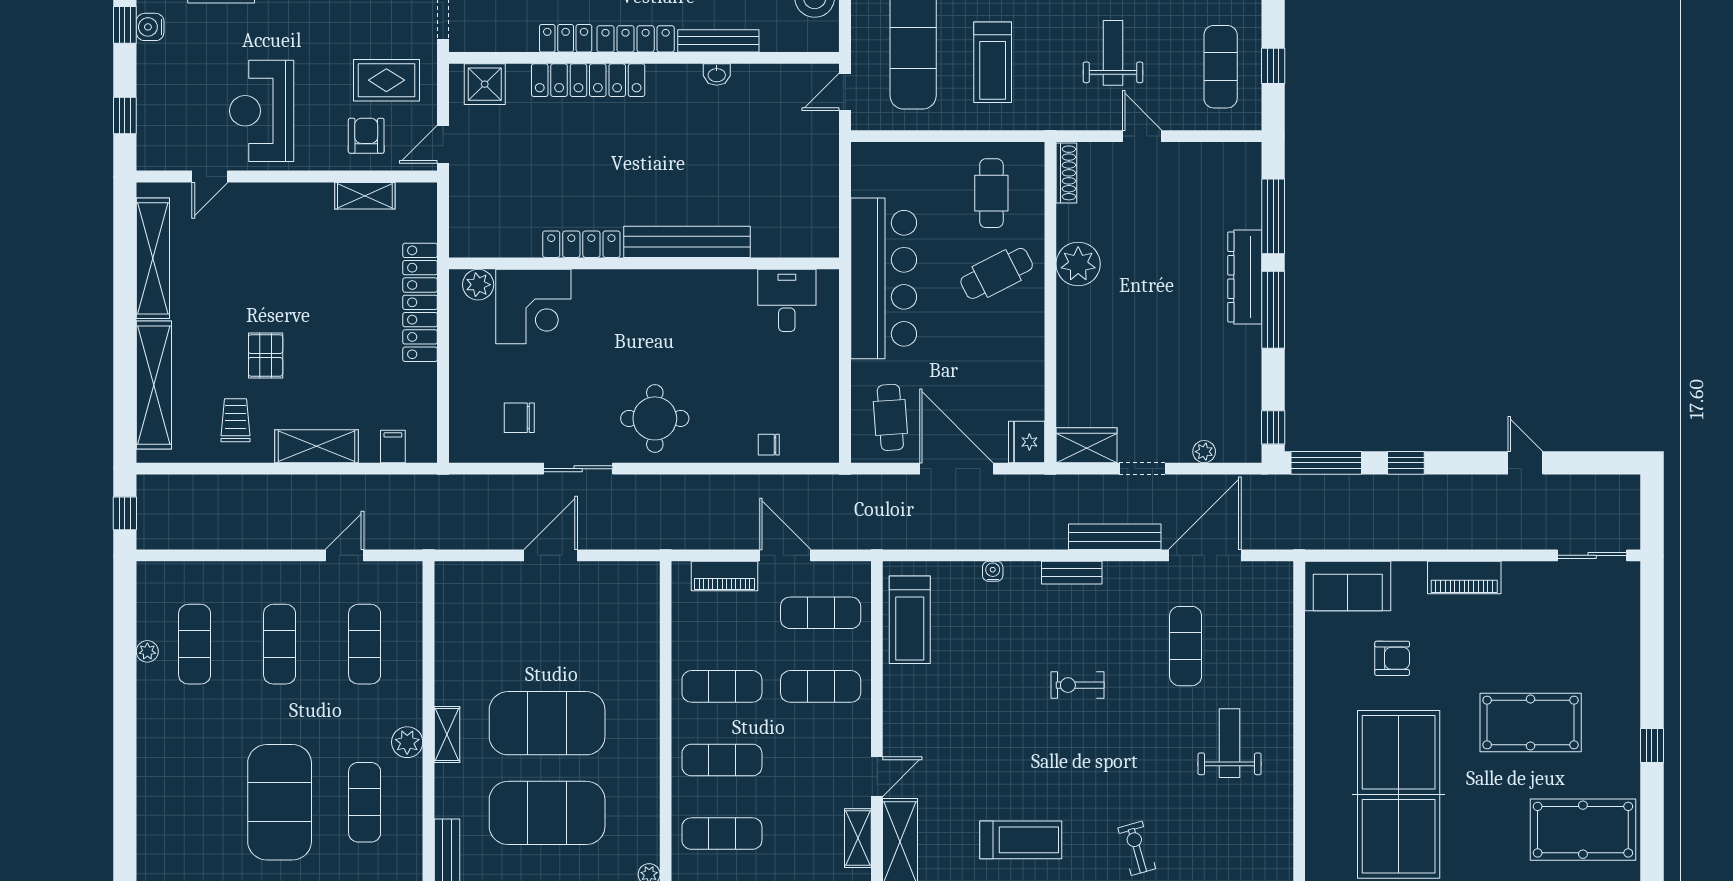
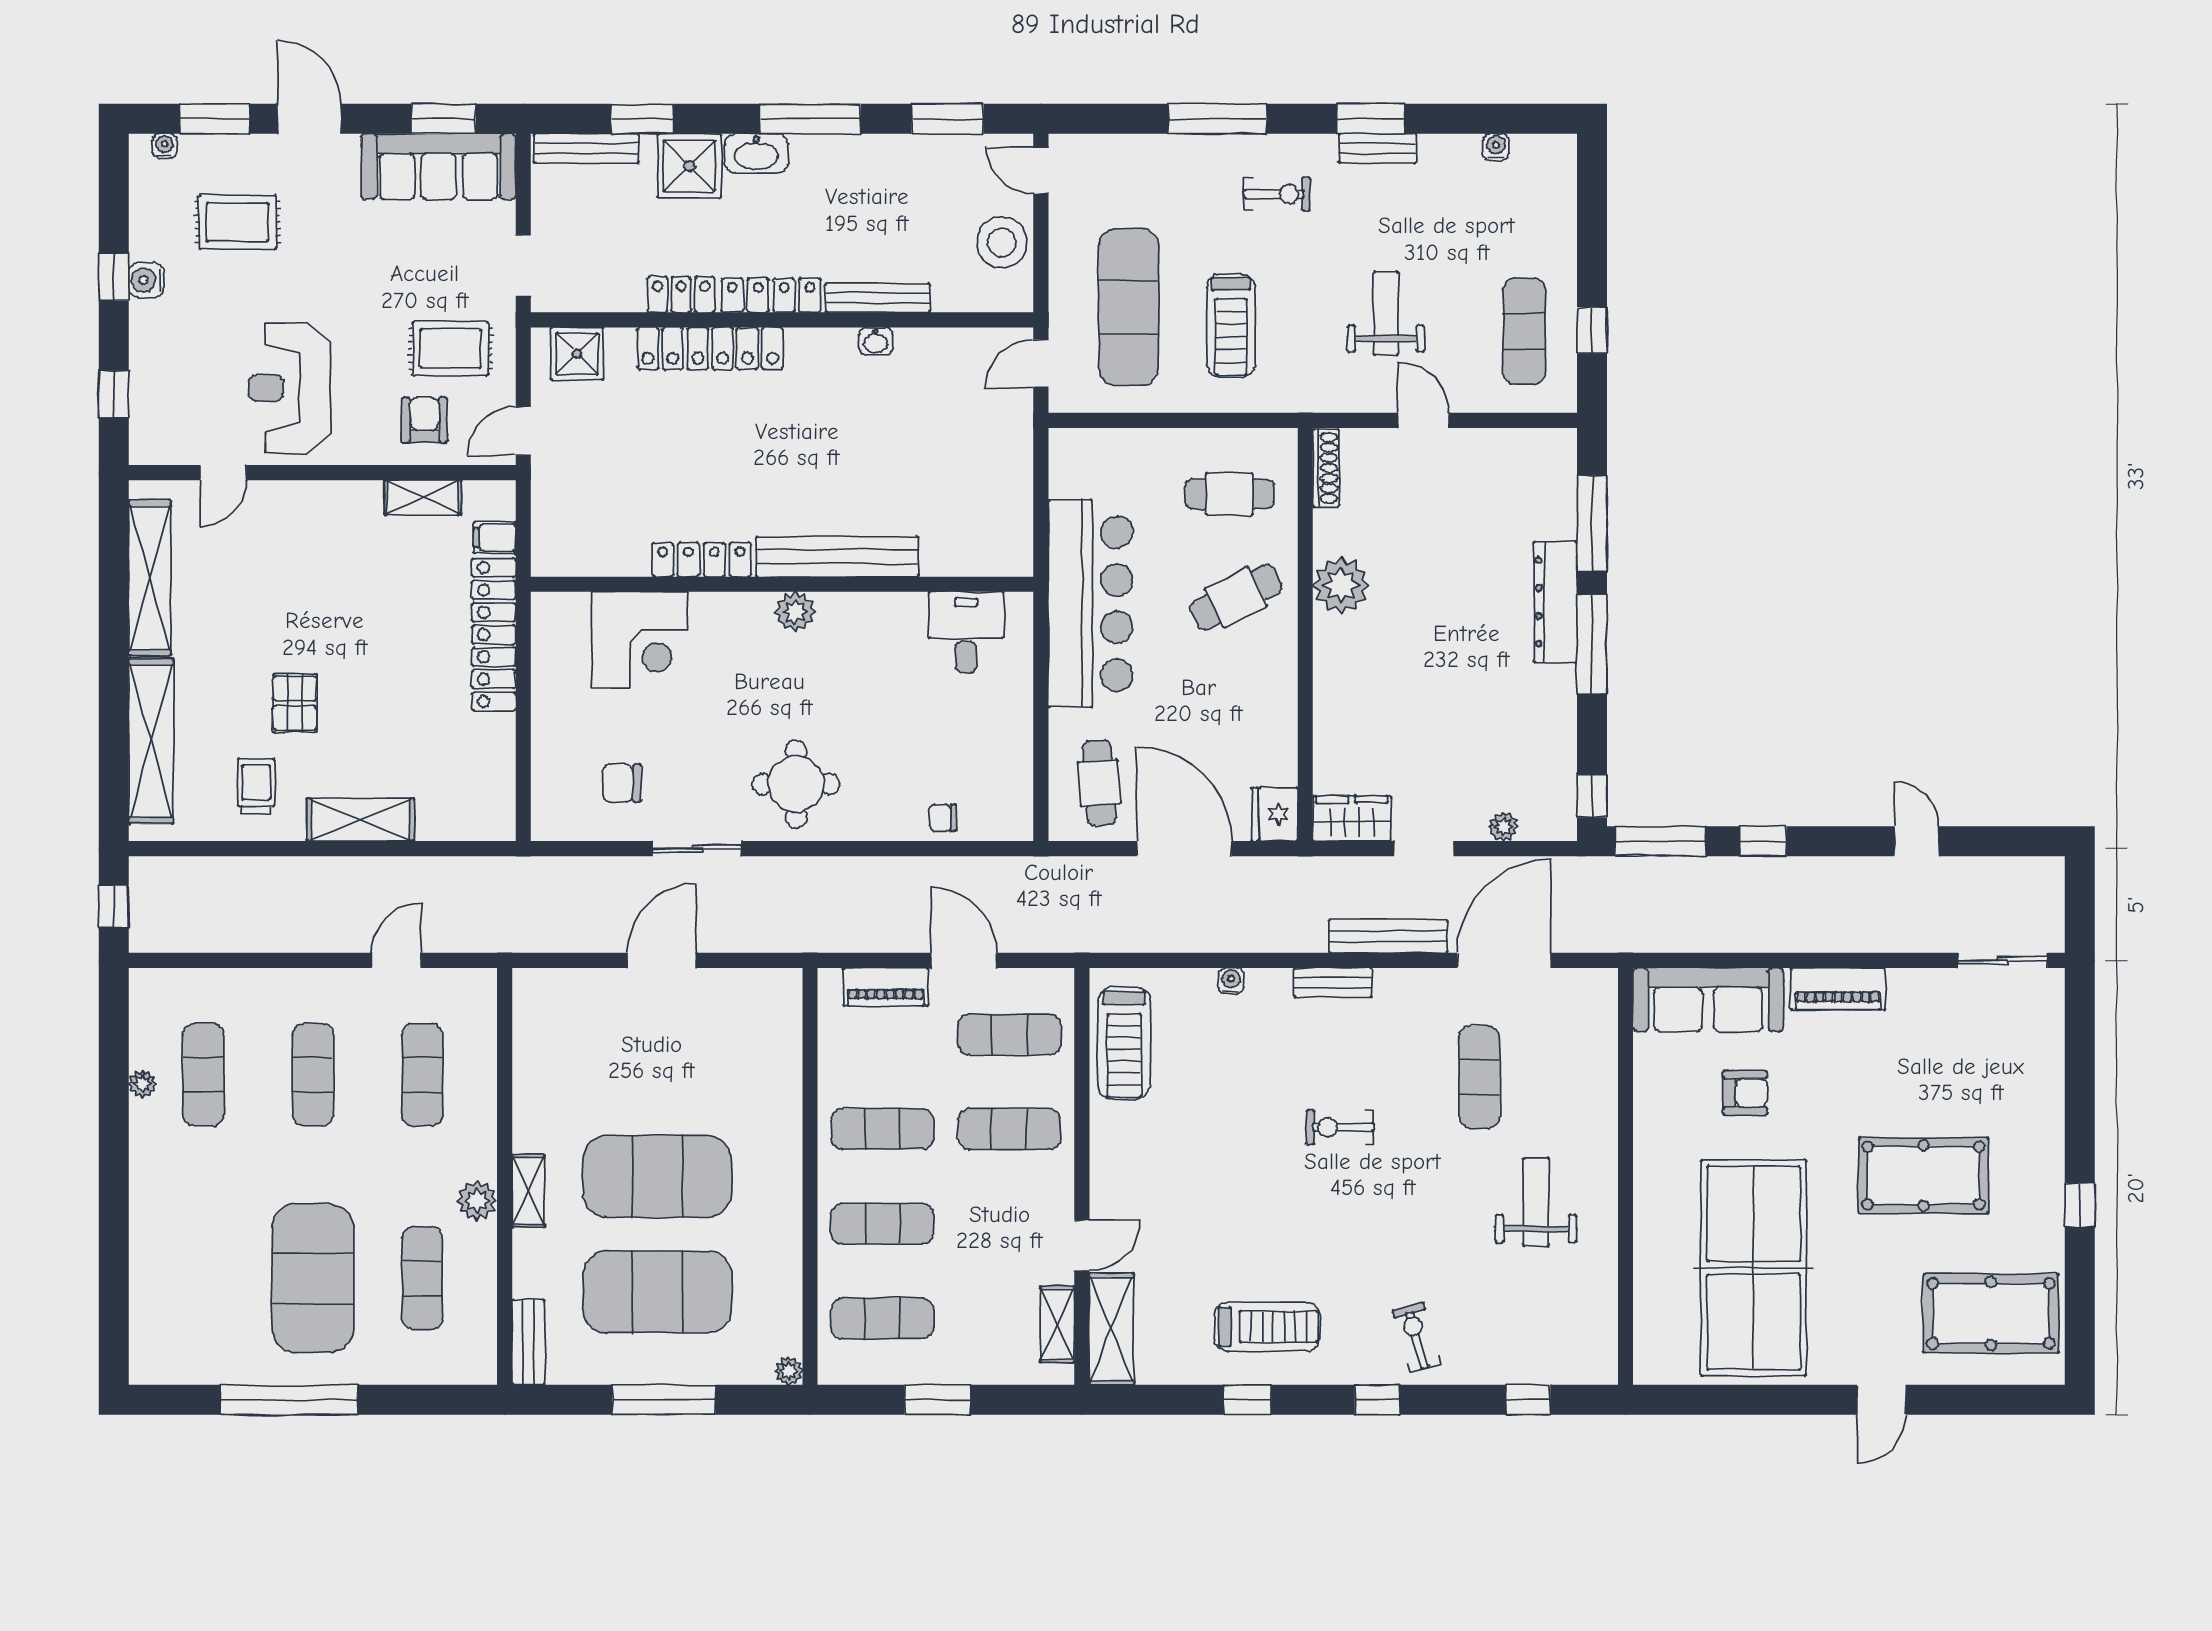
cafe table: (991, 193) -> (1229, 494), turned 90
plant: (478, 285) -> (795, 612), moved
filing cabinet: (393, 446) -> (495, 538), moved, turned -90
sofa: (1348, 586) -> (1708, 1000), width x1.36

